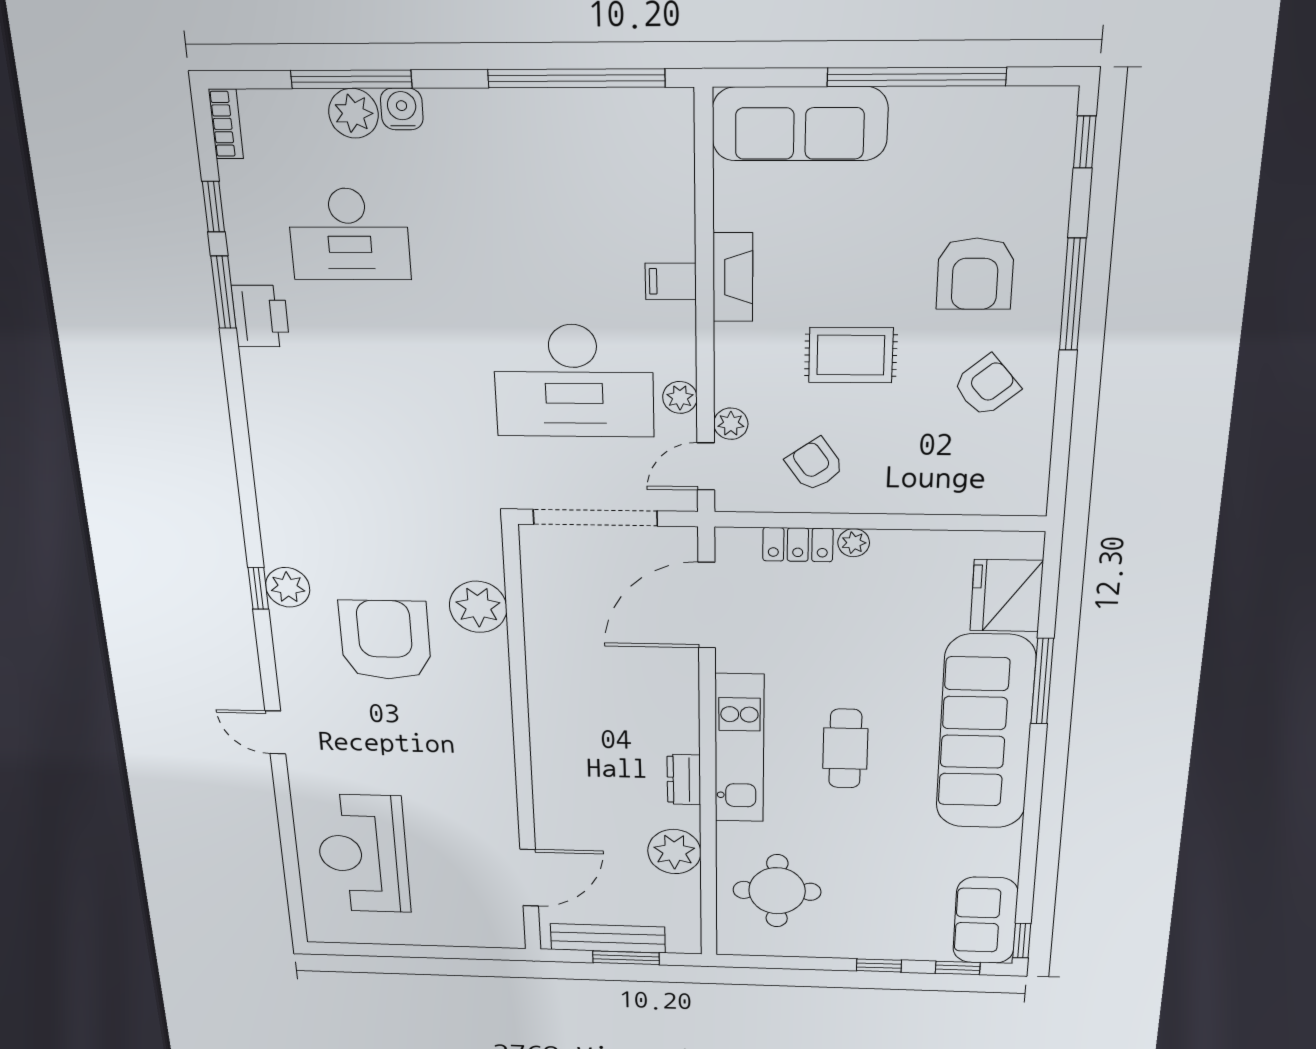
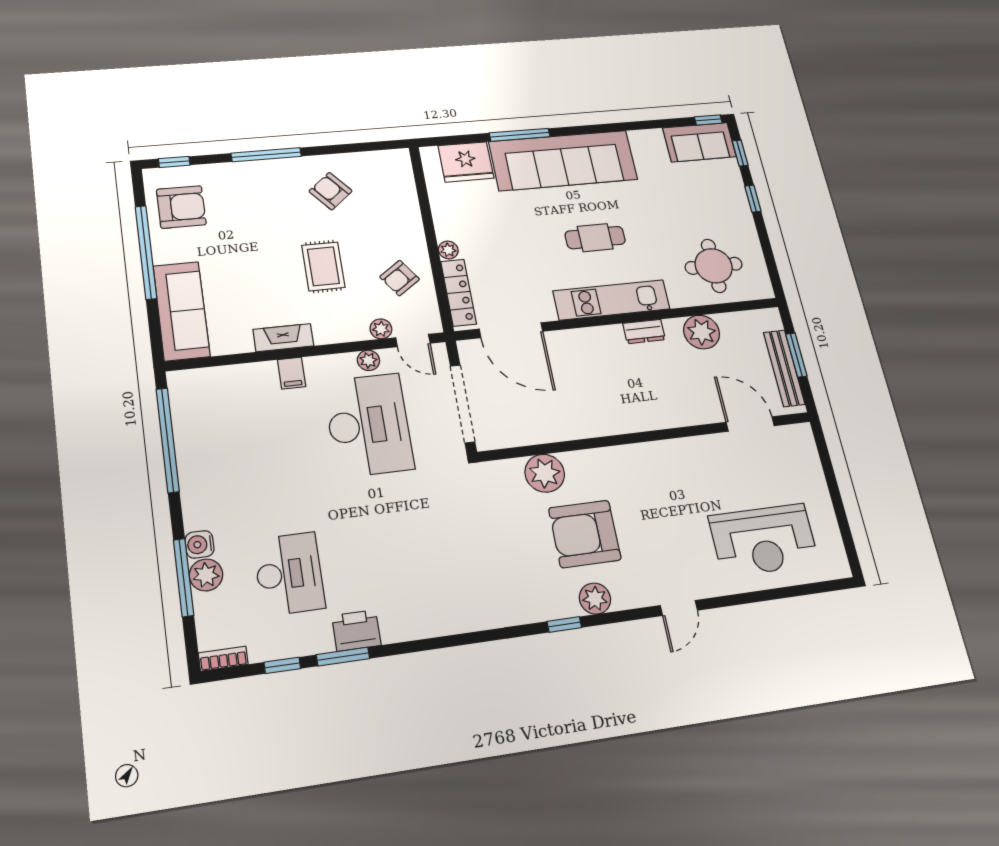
armchair: (975, 274) -> (181, 207), moved
locker: (798, 545) -> (458, 293), width x1.53
plant: (288, 587) -> (595, 599), moved

